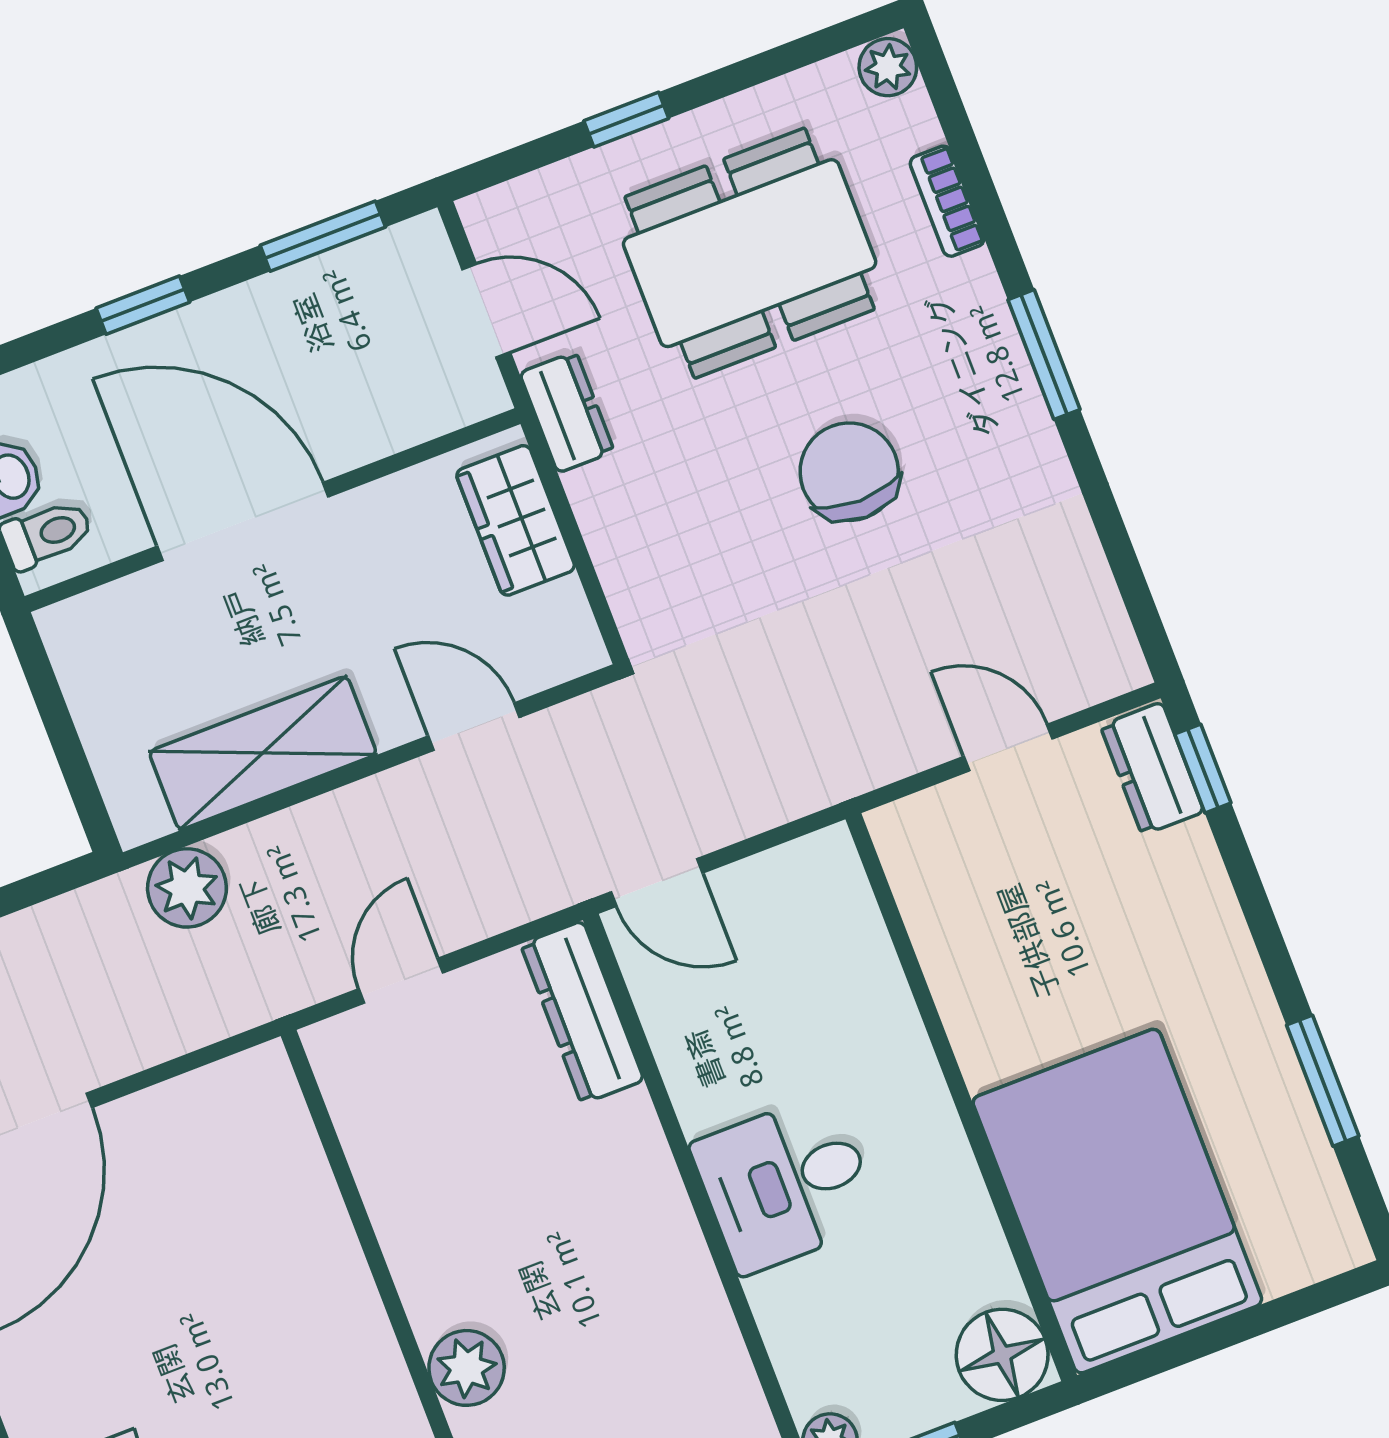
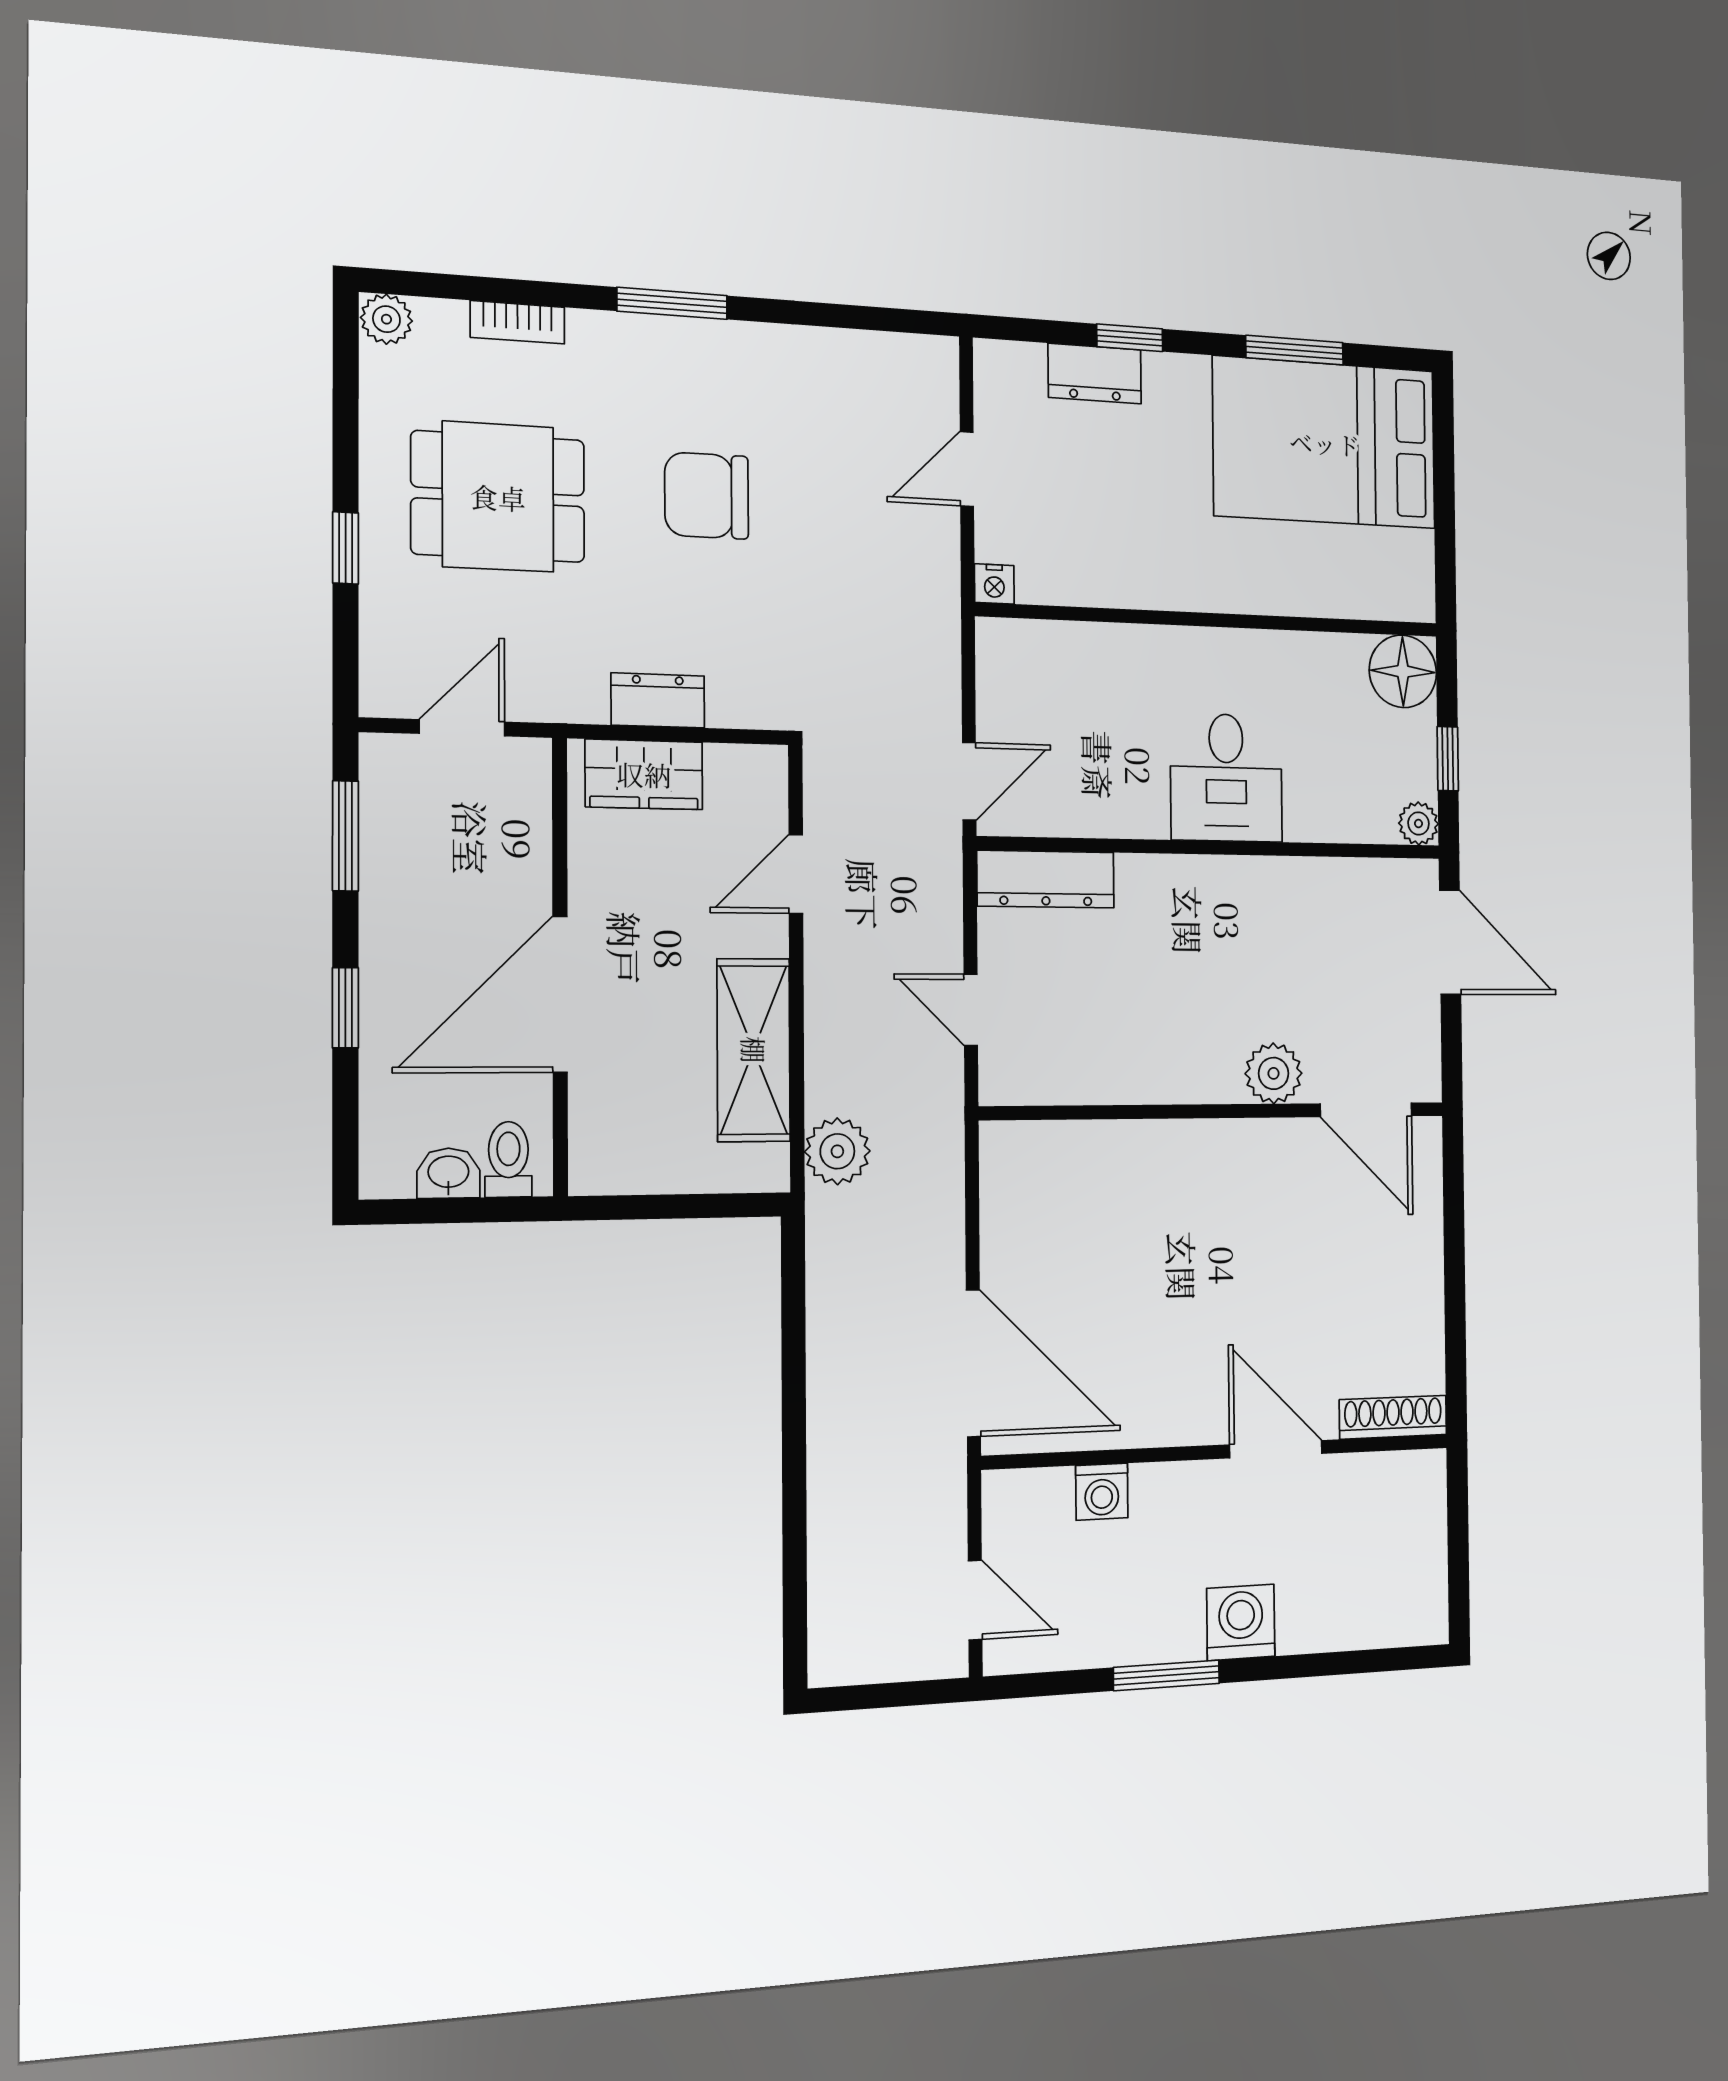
dining table: (750, 253) -> (498, 497), width x0.73
dresser: (567, 412) -> (658, 700), moved
dresser: (1152, 769) -> (1095, 374), moved
window: (1203, 769) -> (1130, 338), moved
nightstand: (892, 828) -> (994, 584), added
bed: (1117, 1201) -> (1325, 443), moved

